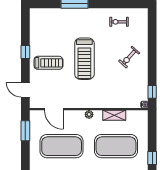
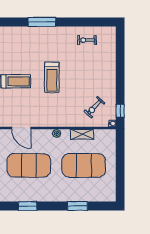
exercise bike: (129, 57) -> (94, 107), moved
treadmill: (84, 59) -> (52, 77), width x0.73, depth x0.73
window: (152, 158) -> (120, 177), removed

